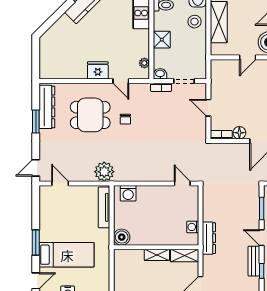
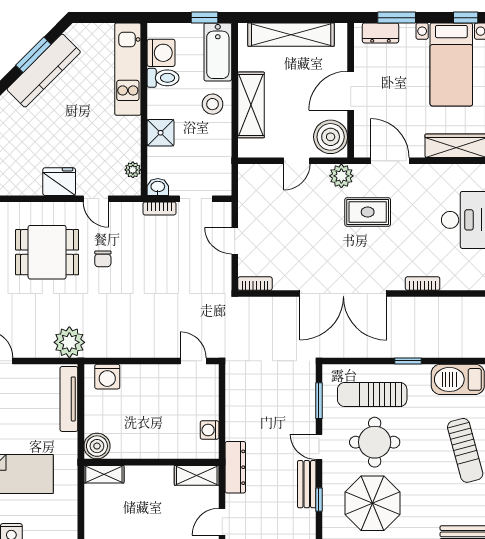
floor lamp: (239, 133) -> (284, 280), removed
dresser: (209, 238) -> (235, 467), moved
shelving: (157, 255) -> (104, 474), moved

